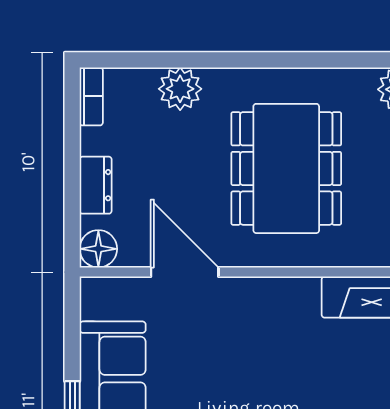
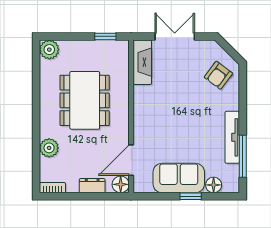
dining table: (286, 168) -> (85, 100), turned 90
door: (185, 272) -> (131, 160), moved

